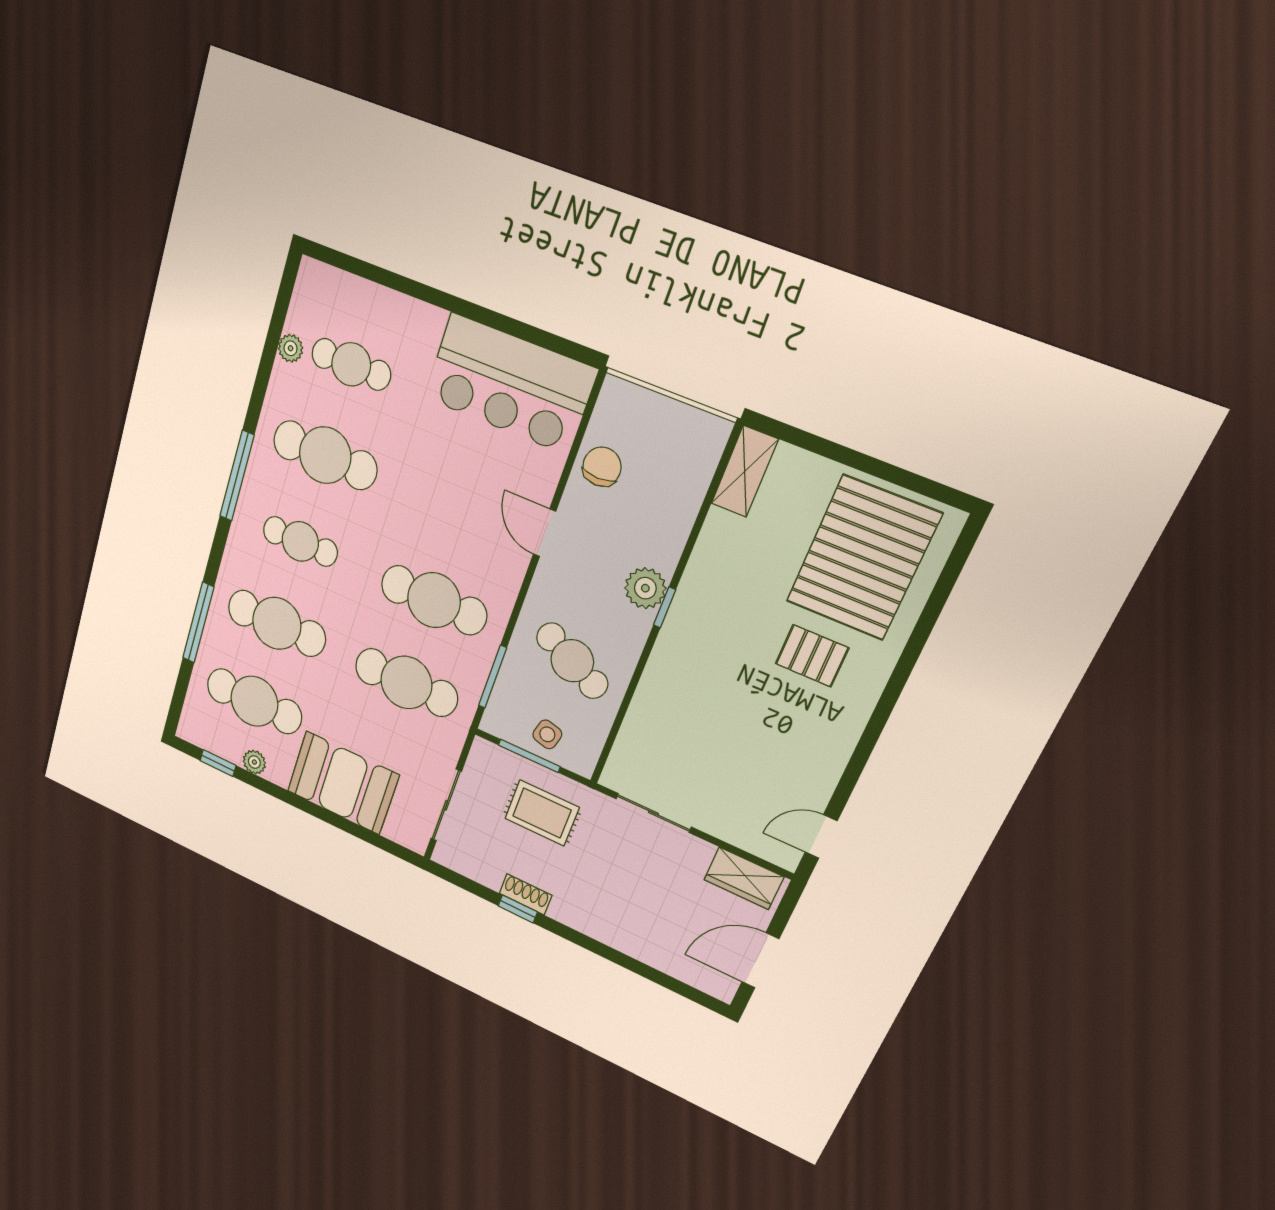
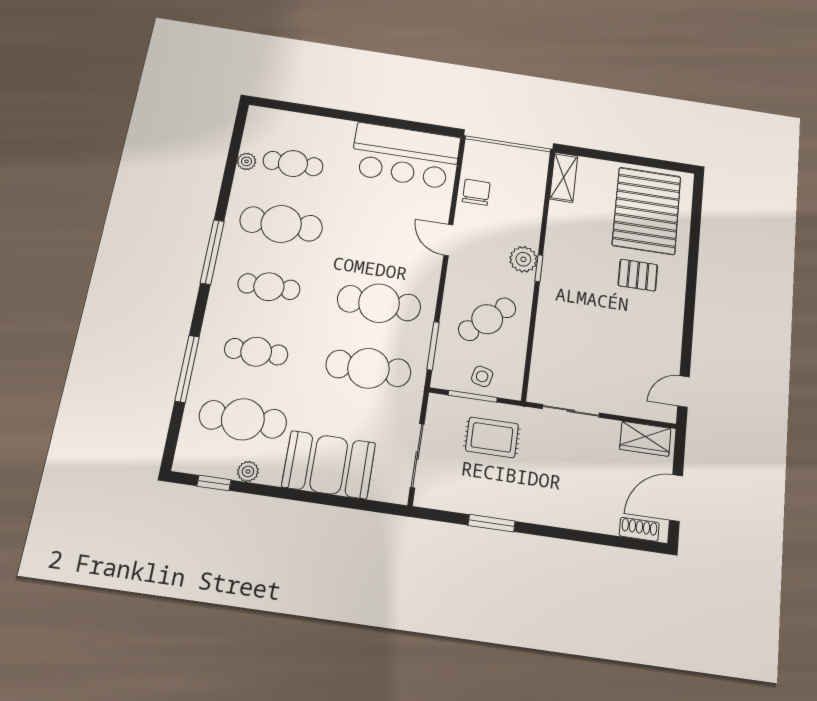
cafe table: (277, 623) -> (256, 352), width x0.73, depth x0.74
cafe table: (572, 661) -> (487, 319), turned -67
shoe rack: (526, 894) -> (639, 529), moved
window: (518, 909) -> (492, 523), width x1.50

